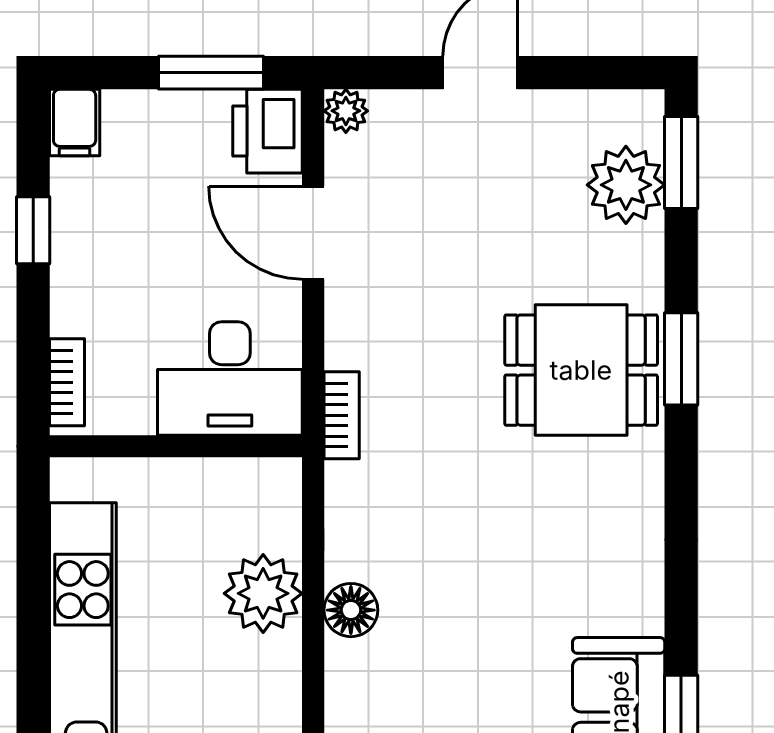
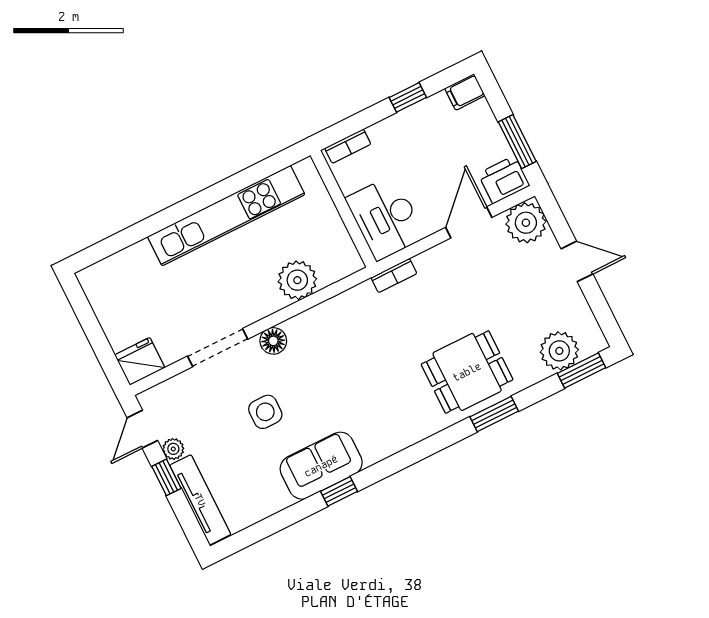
plant: (346, 111) -> (526, 223), width x1.87, depth x1.87
dining table: (581, 370) -> (467, 372), turned 90
floor lamp: (351, 610) -> (273, 341), moved

